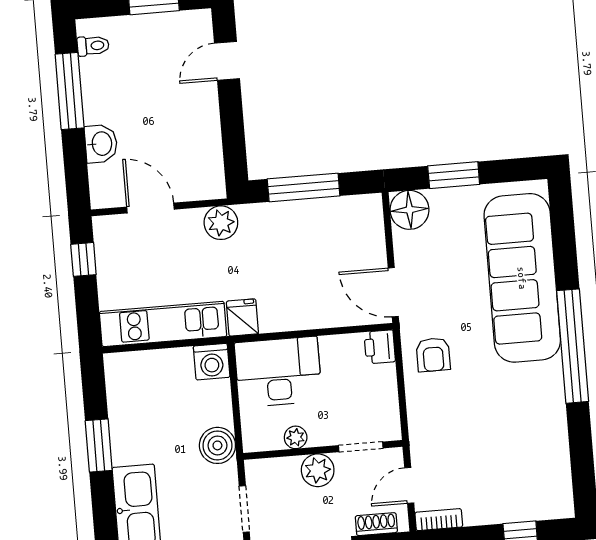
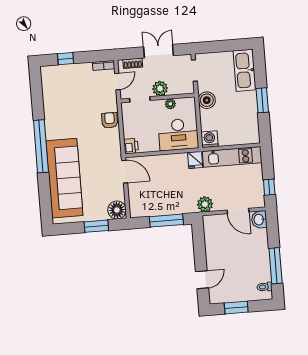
washbasin: (101, 144) -> (259, 220), moved
armchair: (433, 355) -> (110, 120), moved

